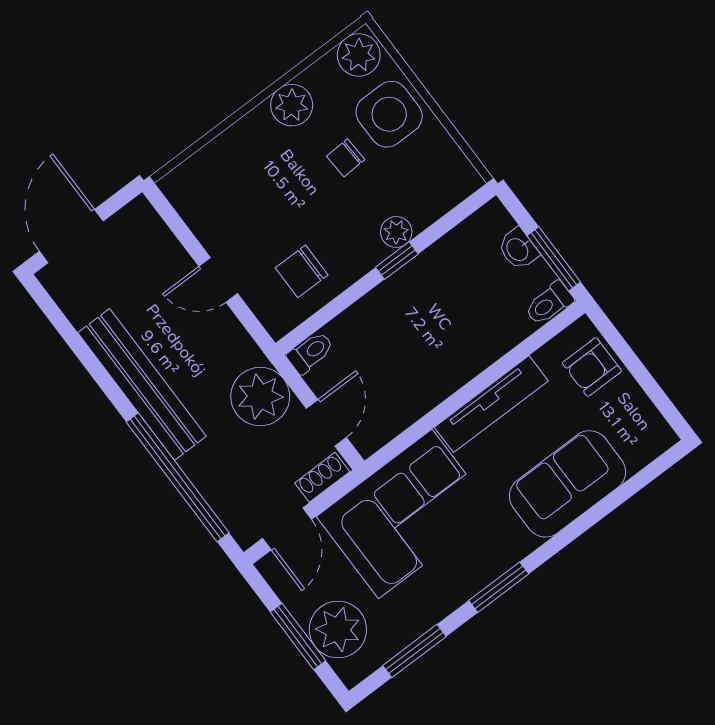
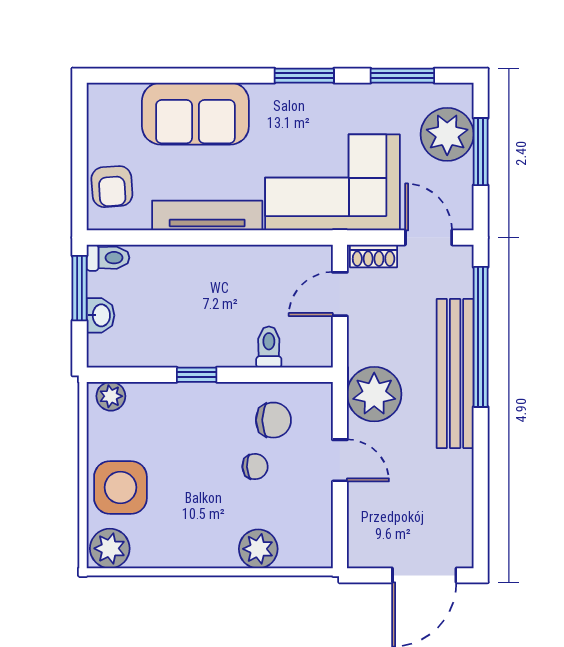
plant: (292, 105) -> (258, 549), moved
chair: (346, 158) -> (255, 467), moved
plant: (396, 232) -> (111, 396), moved
toilet: (310, 352) -> (269, 347), moved, turned 90
armchair: (592, 367) -> (112, 187), turned 86
bench: (142, 384) -> (455, 374), moved
plant: (260, 397) -> (374, 394), moved
door: (287, 529) -> (429, 237), hinge flipped

